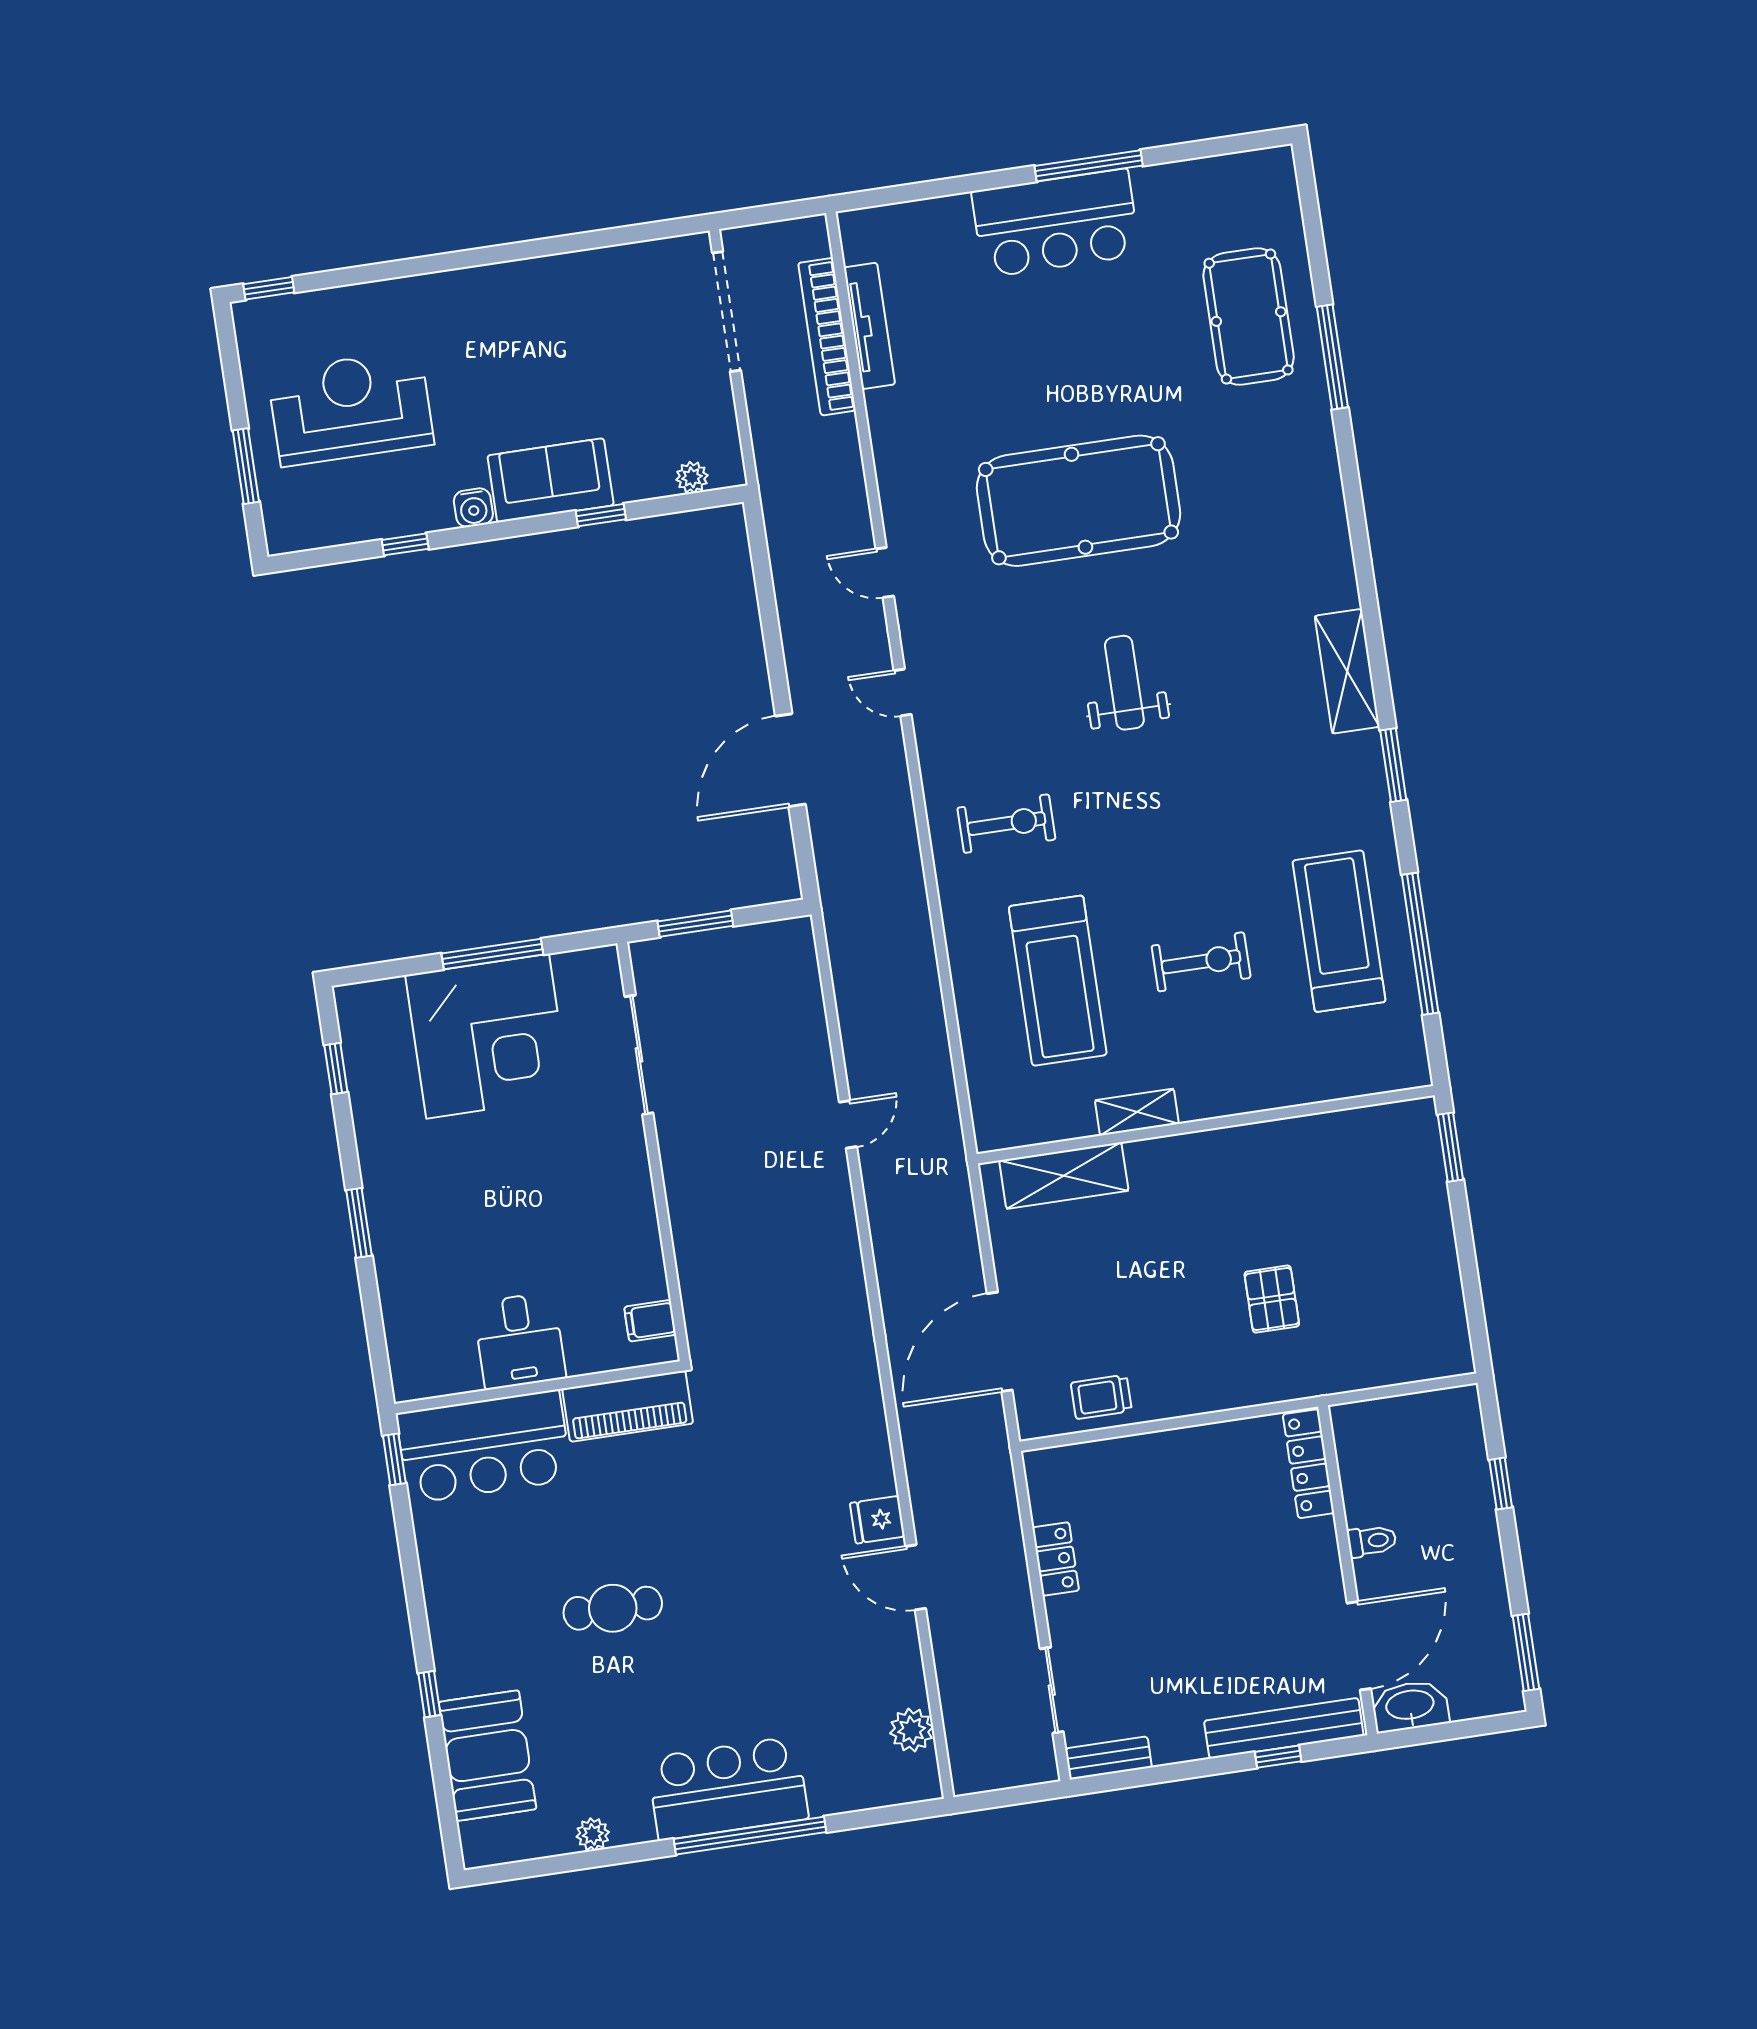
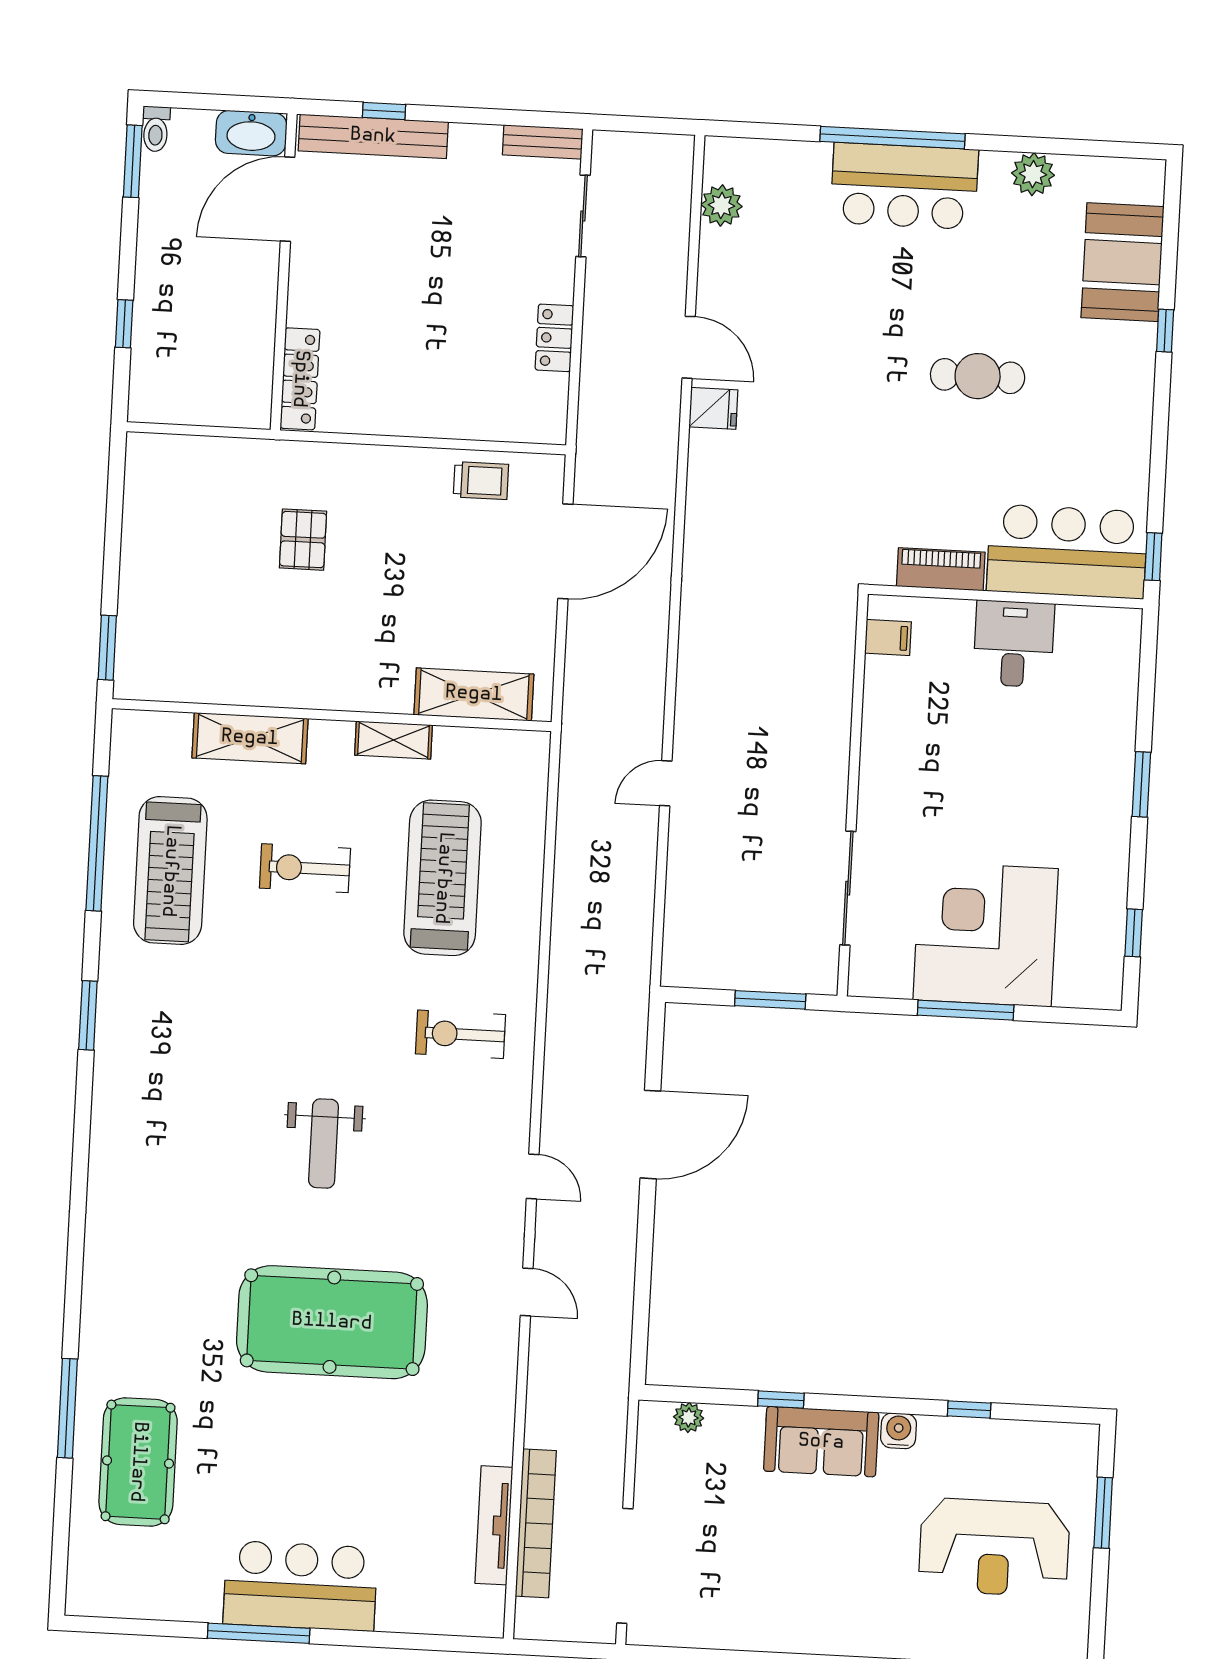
shelving: (1347, 671) -> (250, 738), moved, turned 90
piano: (628, 1406) -> (941, 569), width x0.73, depth x0.75
toilet: (1372, 1541) -> (156, 129), moved, turned -90
plant: (593, 1834) -> (1033, 174), width x1.38, depth x1.38

